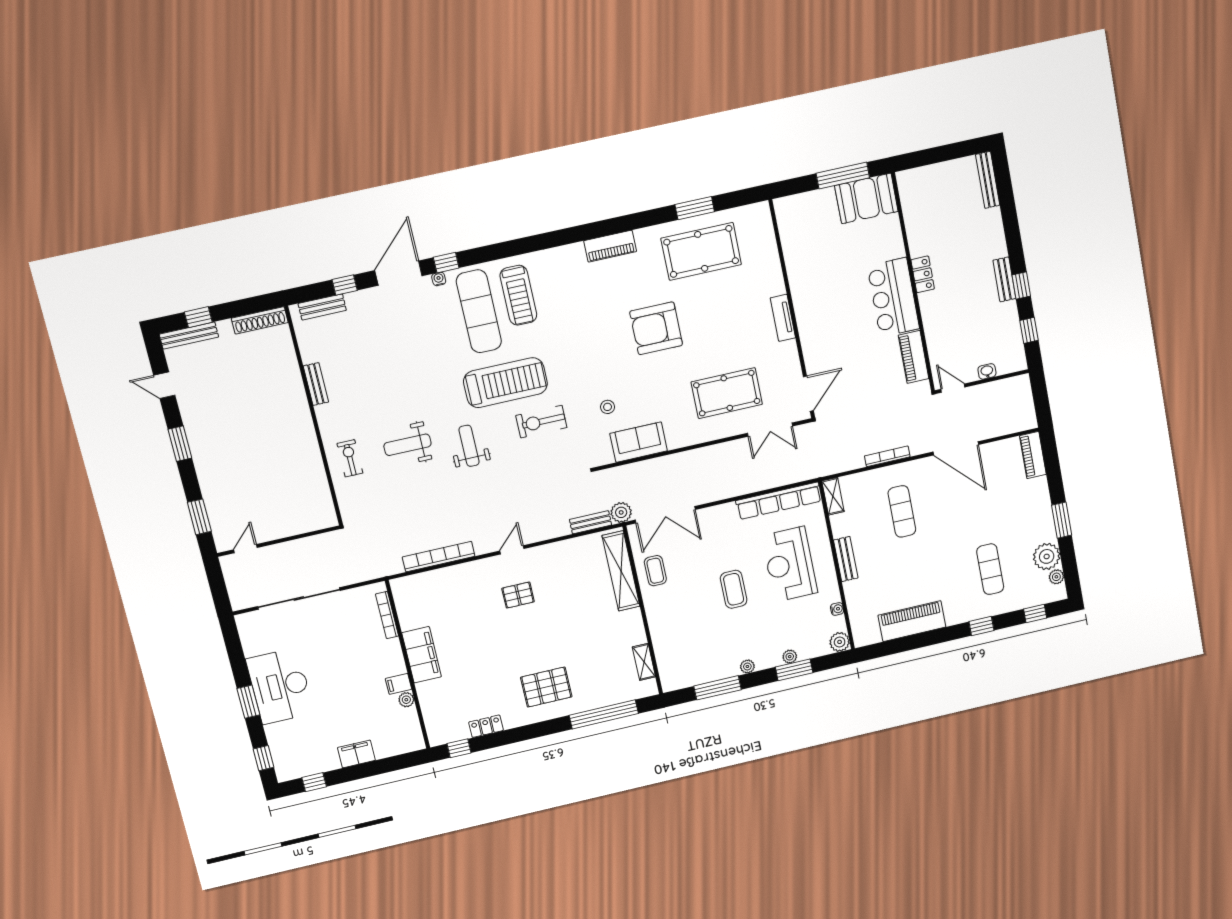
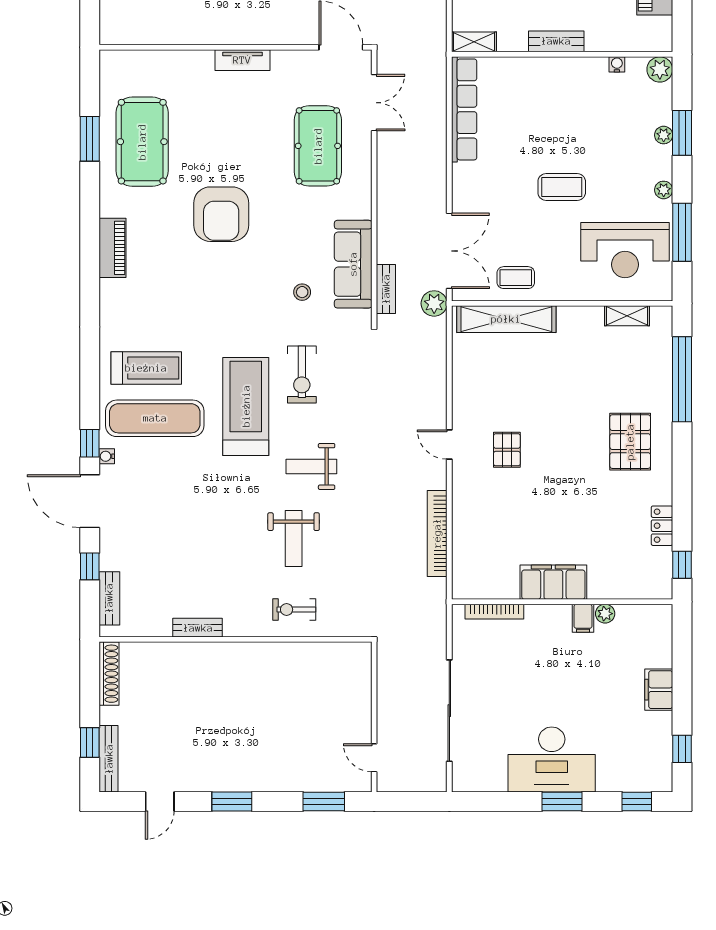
sofa: (639, 442) -> (353, 264), width x1.36
bench: (591, 522) -> (386, 289), moved
reception desk: (790, 564) -> (625, 250), moved

